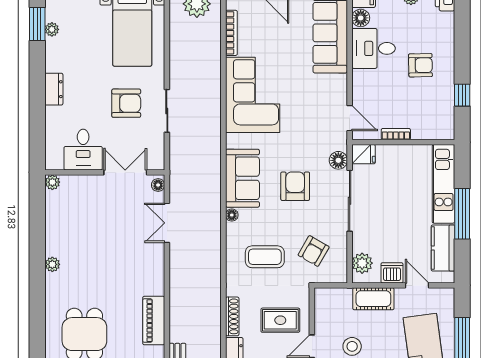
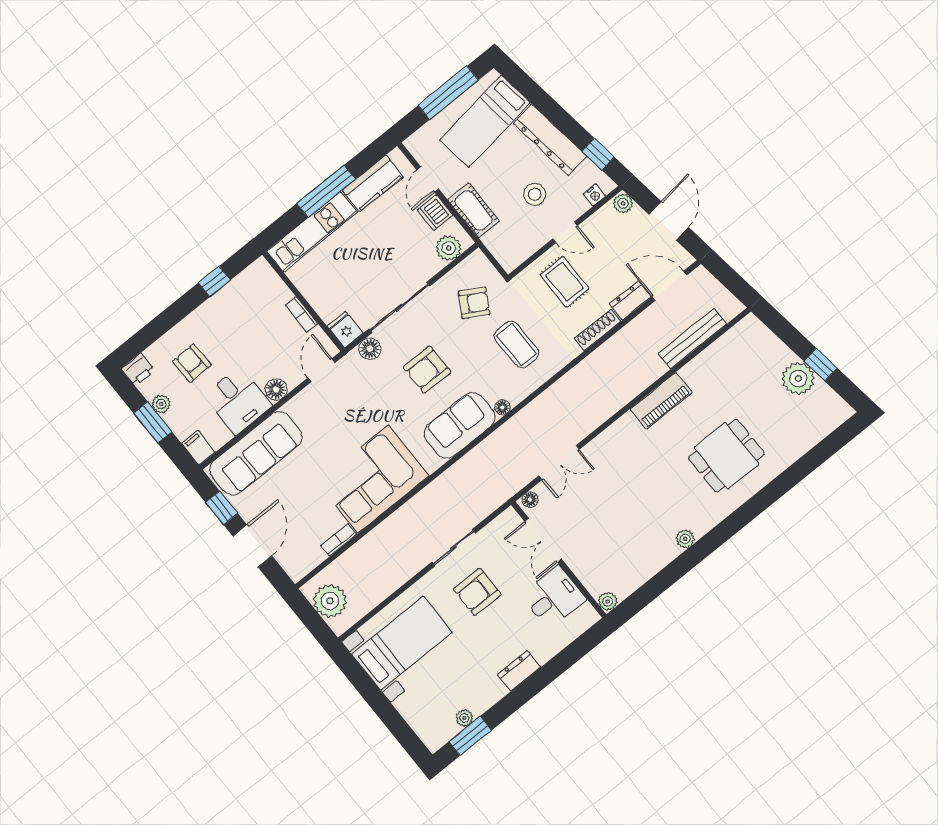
floor lamp: (361, 18) -> (276, 389), moved
bookcase: (231, 33) -> (339, 540), width x0.64
armchair: (420, 65) -> (192, 363), moved
armchair: (126, 103) -> (477, 592), turned -90

